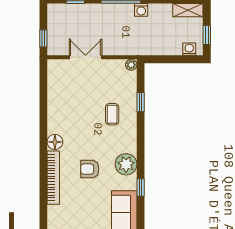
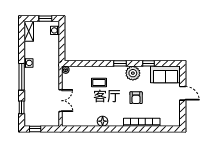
window: (43, 38) -> (35, 129), moved
double door: (85, 57) -> (61, 101), swing flipped
window: (141, 102) -> (120, 63), moved
floor lamp: (55, 142) -> (103, 121), moved

